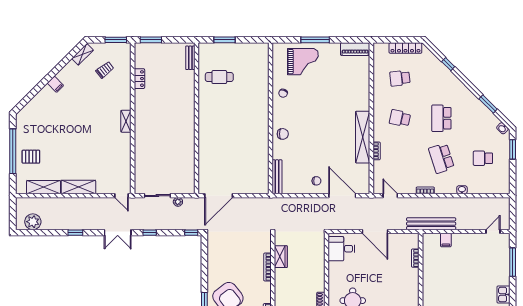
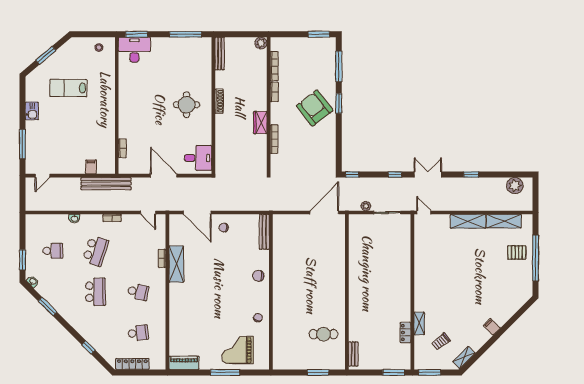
shelving: (126, 121) -> (419, 323), moved
shelving: (363, 137) -> (176, 264), width x0.68
school desk: (441, 158) -> (95, 251), turned 36
wardrobe: (281, 257) -> (260, 123), moved

